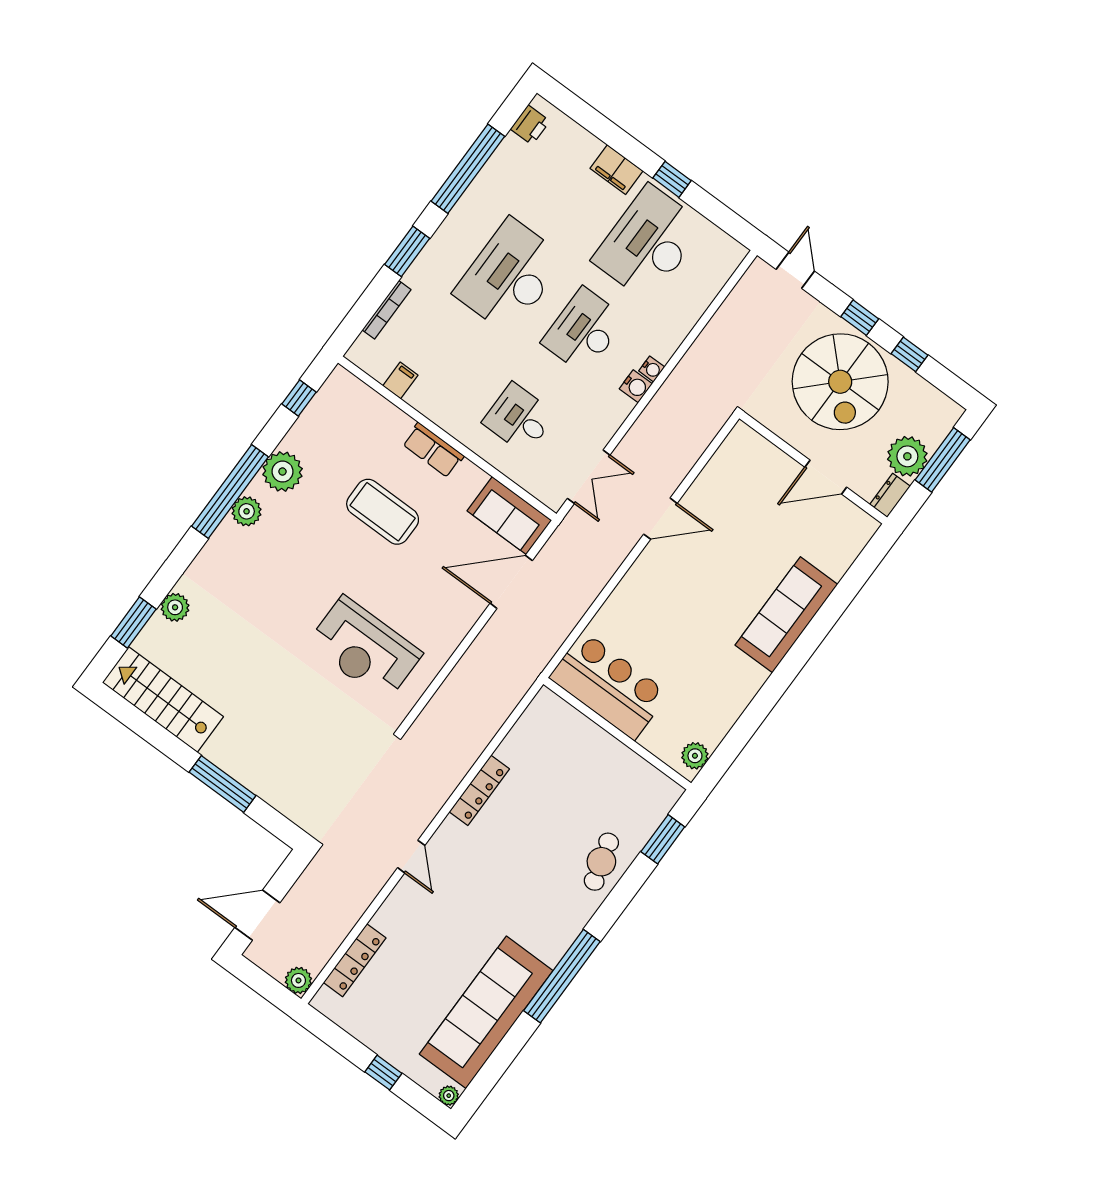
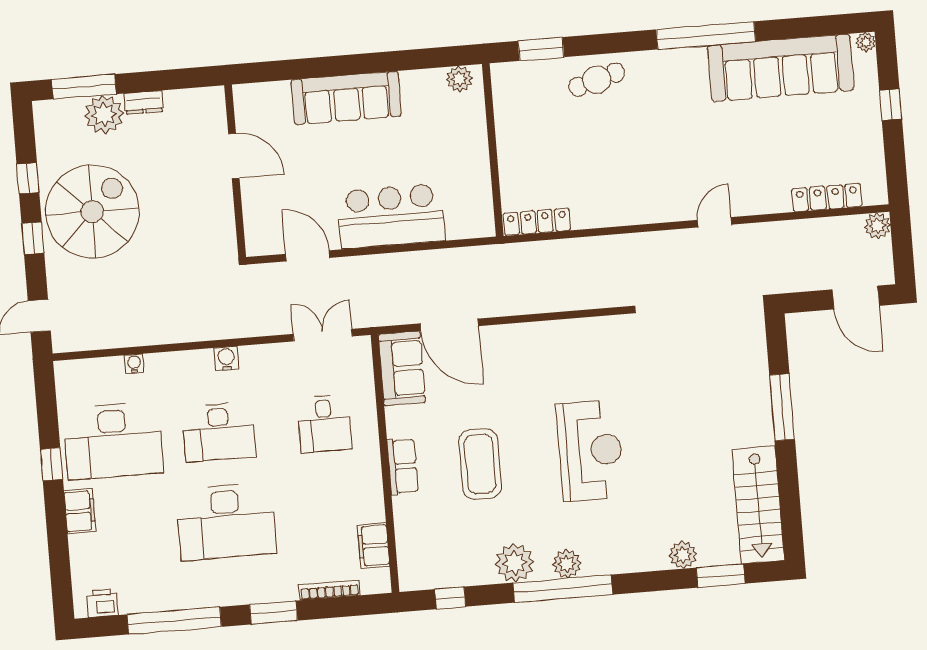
water cooler: (652, 369) -> (134, 364), moved
filing cabinet: (400, 381) -> (374, 546), width x2.00
wall: (813, 468) -> (235, 171), moved
door: (826, 477) -> (234, 156), moved
sofa: (786, 615) -> (346, 98), moved
reception desk: (365, 649) -> (590, 450), moved
bar counter: (609, 686) -> (391, 216), moved, turned 90
locker: (479, 790) -> (537, 222), moved

